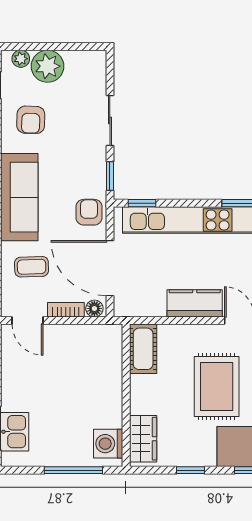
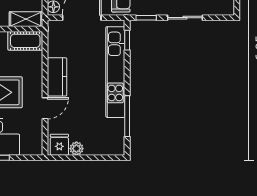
shelving: (112, 348) -> (26, 19), added

